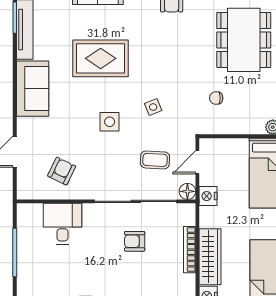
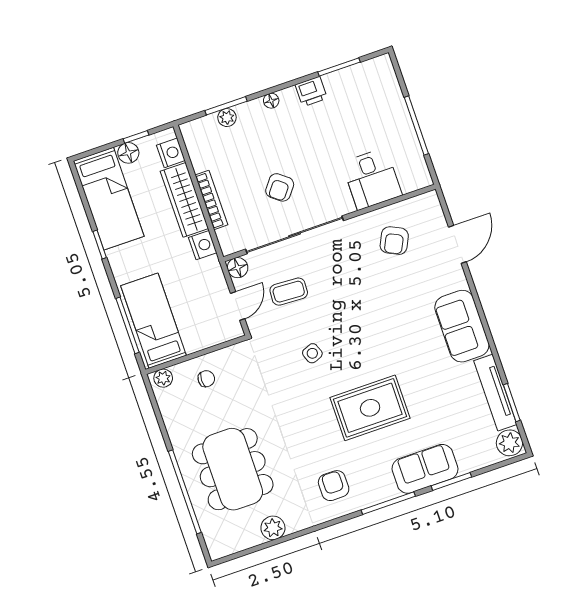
rug: (101, 58) -> (370, 408), moved
chair: (216, 98) -> (206, 379), moved
side table: (110, 122) -> (358, 318), removed
nightstand: (208, 196) -> (203, 245), moved
armchair: (135, 241) -> (280, 187), turned 128

